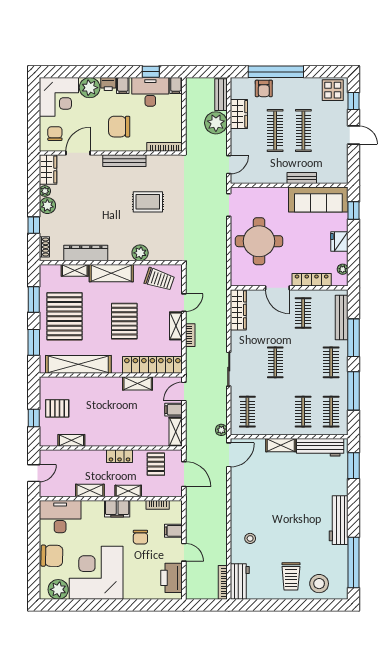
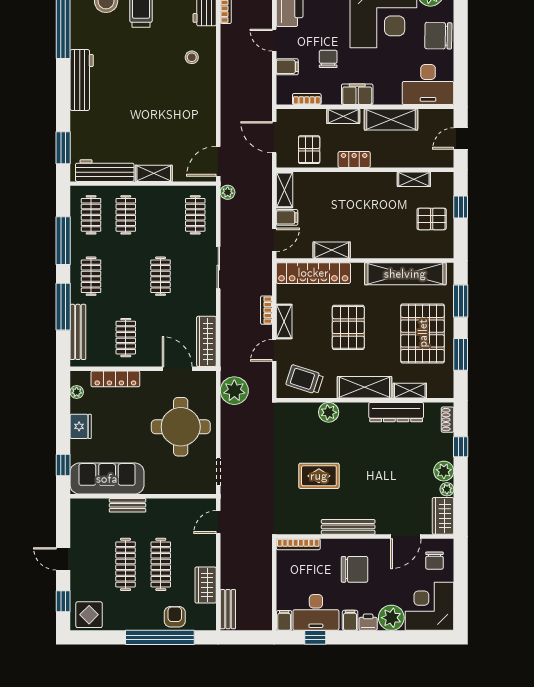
plant: (216, 123) -> (234, 391), moved
door: (277, 288) -> (177, 369), moved
shelving: (90, 491) -> (391, 120), width x1.50, depth x1.33

